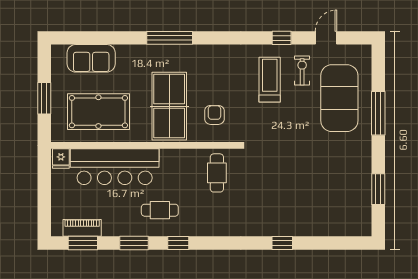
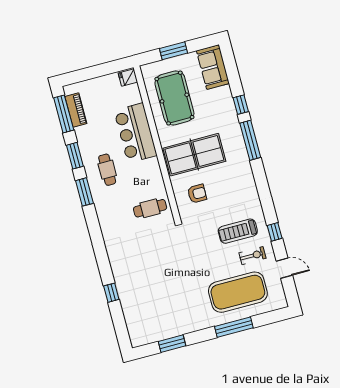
window: (126, 38) -> (241, 105), added
sofa: (91, 58) -> (213, 67), moved
treadmill: (270, 80) -> (238, 231), turned 180
bar counter: (115, 167) -> (136, 133), width x0.73
window: (83, 243) -> (64, 114), width x1.44
window: (178, 243) -> (84, 192), width x1.50
window: (282, 243) -> (111, 293), moved

